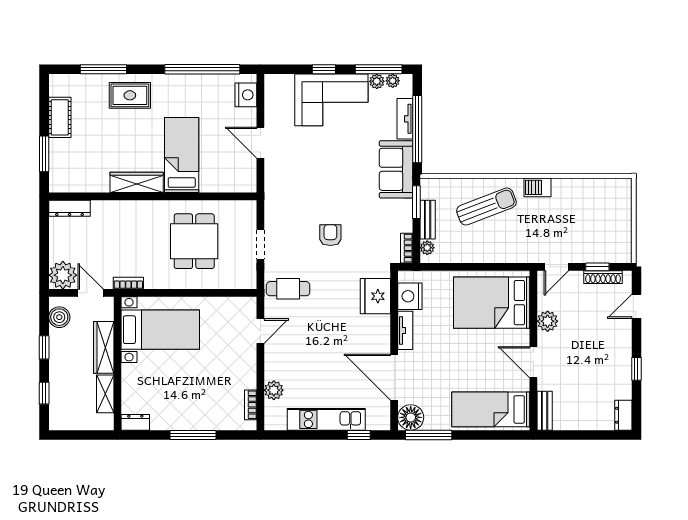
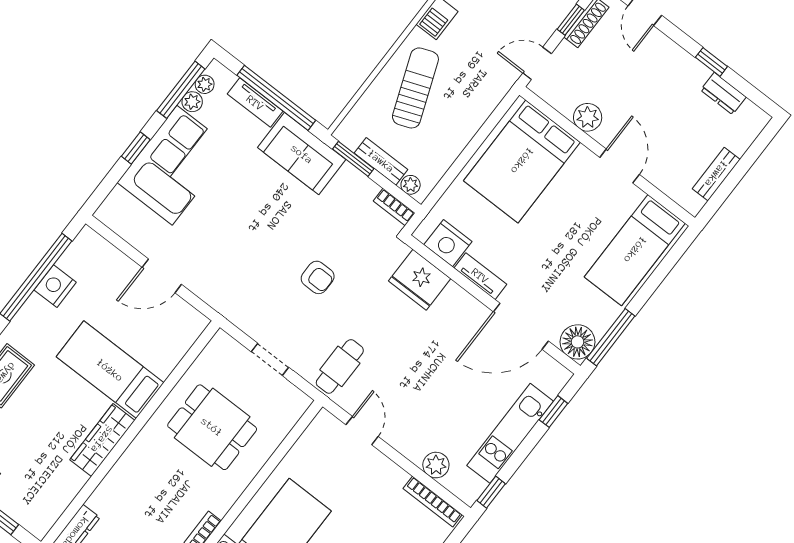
nightstand: (246, 95) -> (55, 286), moved, turned -90
armchair: (330, 235) -> (318, 277), turned 180
door: (556, 267) -> (537, 63), swing flipped
door: (533, 362) -> (620, 166), swing flipped
bookcase: (251, 405) -> (433, 502), width x1.56
bench: (545, 411) -> (716, 174), moved, turned 90
dresser: (623, 415) -> (723, 94), moved
window: (283, 435) -> (491, 492), added

